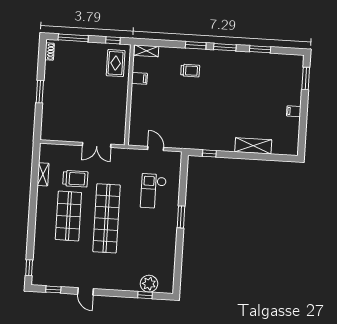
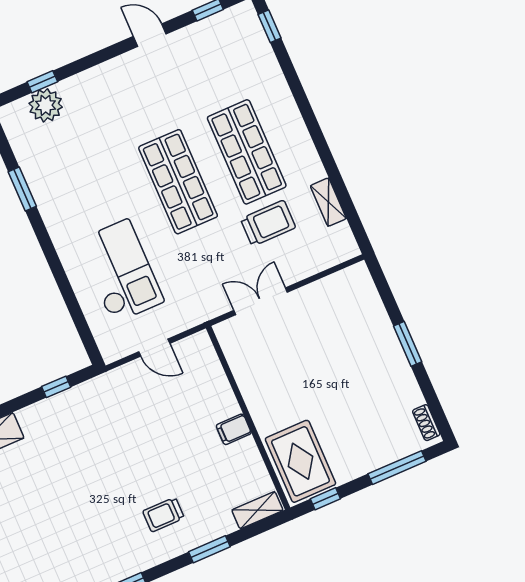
window: (196, 45) -> (209, 549), moved
rug: (116, 63) -> (300, 461), width x1.36, depth x1.43
filing cabinet: (139, 78) -> (234, 429), moved
trolley: (75, 179) -> (268, 223), turned 180
checkout: (153, 191) -> (121, 271), width x1.36, depth x1.21
window: (181, 217) -> (22, 189), moved
shop shelf: (106, 218) -> (178, 182), width x0.71

